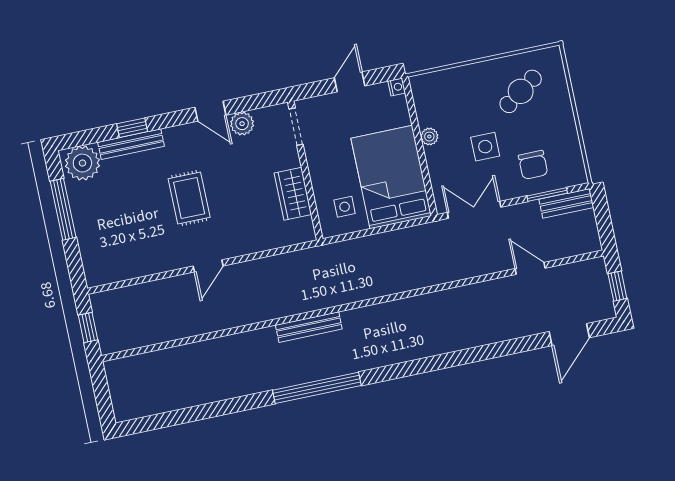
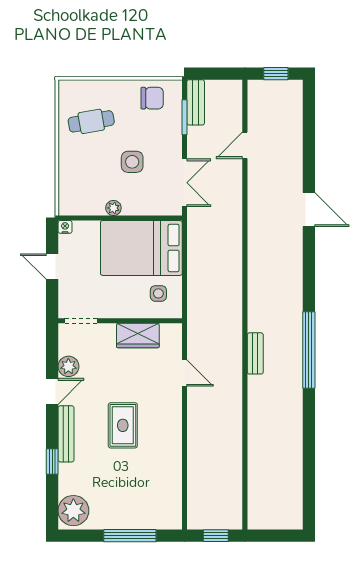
cafe table: (521, 91) -> (91, 121), turned -65
bench: (131, 144) -> (66, 434), moved
chair: (533, 165) -> (152, 98), moved
rug: (189, 198) -> (123, 425), turned 90
window: (63, 209) -> (130, 536), moved
double door: (474, 210) -> (185, 183), swing flipped
door: (208, 266) -> (185, 373), moved
bench: (309, 327) -> (255, 353), width x0.73
door: (569, 335) -> (309, 210), moved

